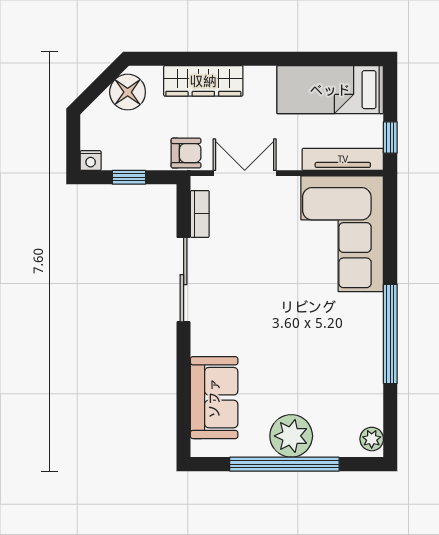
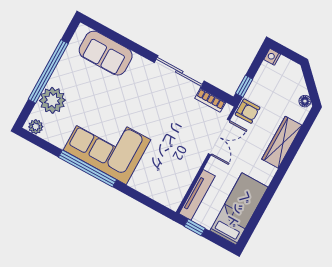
floor lamp: (128, 92) -> (305, 101), width x0.53, depth x0.53
armchair: (186, 153) -> (248, 111), turned -90
window: (129, 177) -> (244, 86), moved
corner sofa: (342, 234) -> (107, 145), moved
plant: (291, 436) -> (52, 100), moved

